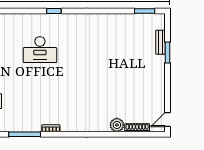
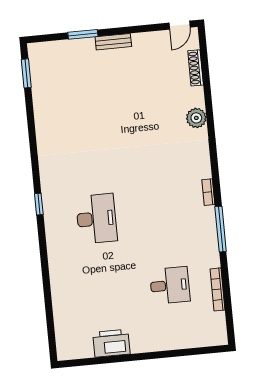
bench: (161, 42) -> (113, 42), moved
door: (168, 120) -> (180, 25), hinge flipped
plant: (117, 125) -> (196, 118), moved

